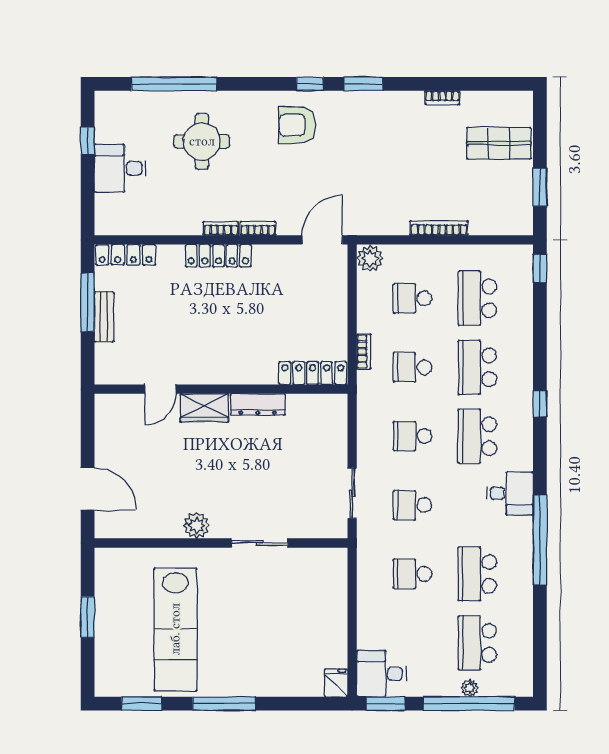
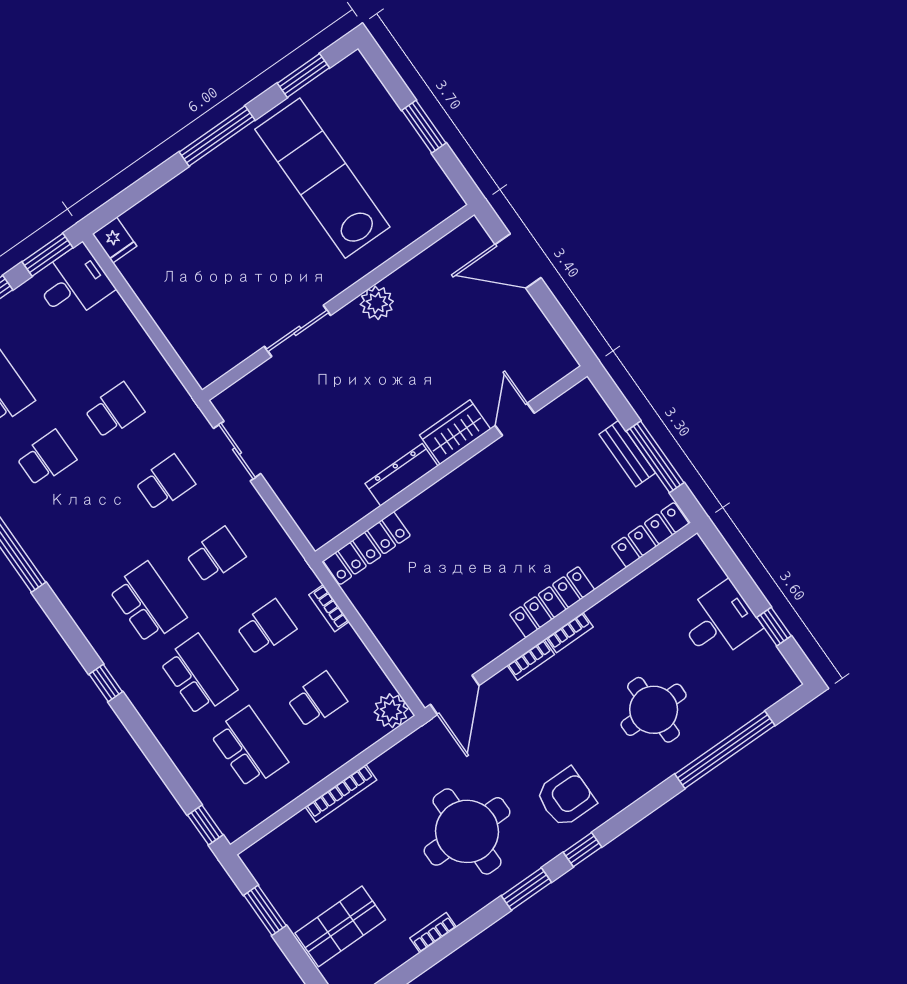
round table: (375, 147) -> (467, 831), added
desk: (510, 493) -> (71, 567), removed
school desk: (477, 574) -> (46, 458), width x0.54

